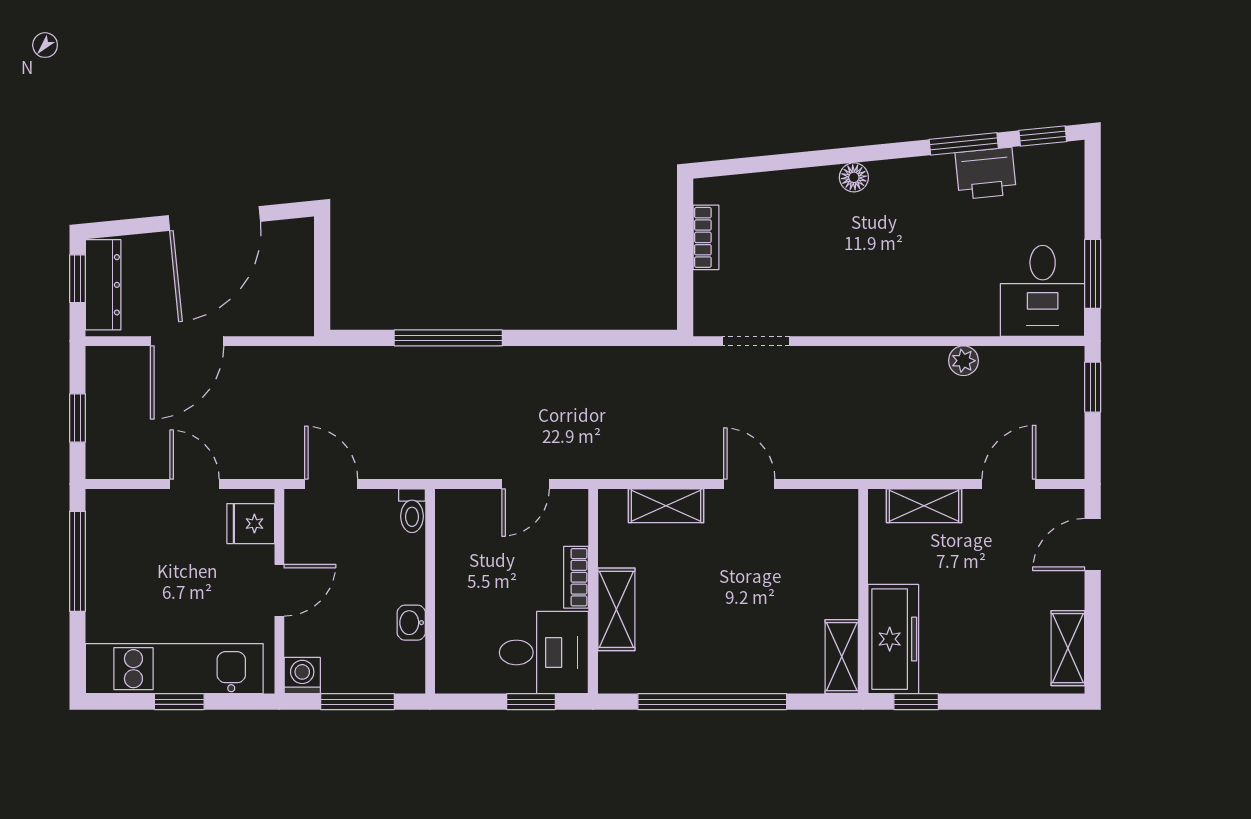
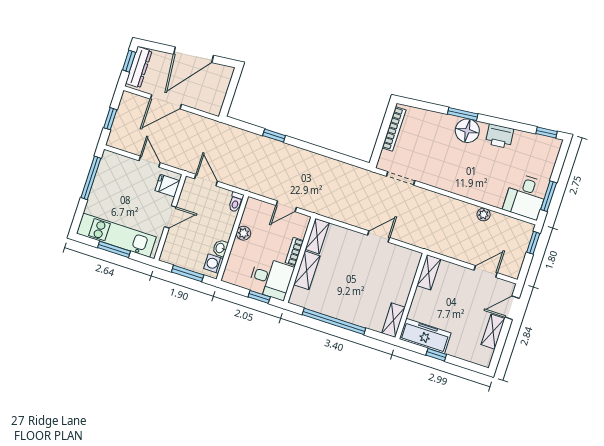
window: (964, 144) -> (463, 114), moved
printer: (986, 173) -> (500, 136), moved
floor lamp: (854, 177) -> (467, 131), width x1.89, depth x1.89
bookcase: (706, 237) -> (394, 129), width x1.56
window: (448, 338) -> (274, 136), width x0.46
door: (749, 484) -> (379, 236), hinge flipped
shelving: (666, 506) -> (317, 236), moved, turned 90
shelving: (924, 506) -> (429, 272), moved, turned 90
plant: (451, 573) -> (243, 233), added
freezer: (893, 639) -> (425, 336), moved, turned -90
shelving: (1068, 648) -> (493, 332), moved
washing machine: (302, 676) -> (213, 264), moved, turned -90
window: (179, 702) -> (114, 249), width x1.50
window: (916, 702) -> (436, 355), moved

